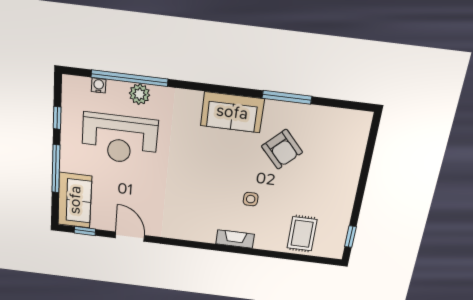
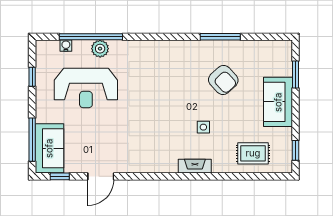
sofa: (232, 112) -> (278, 102), moved, turned 90
window: (369, 153) -> (295, 74), added
window: (56, 169) -> (32, 140), moved
rug: (302, 234) -> (253, 153), turned 90
door: (130, 237) -> (101, 176), swing flipped

